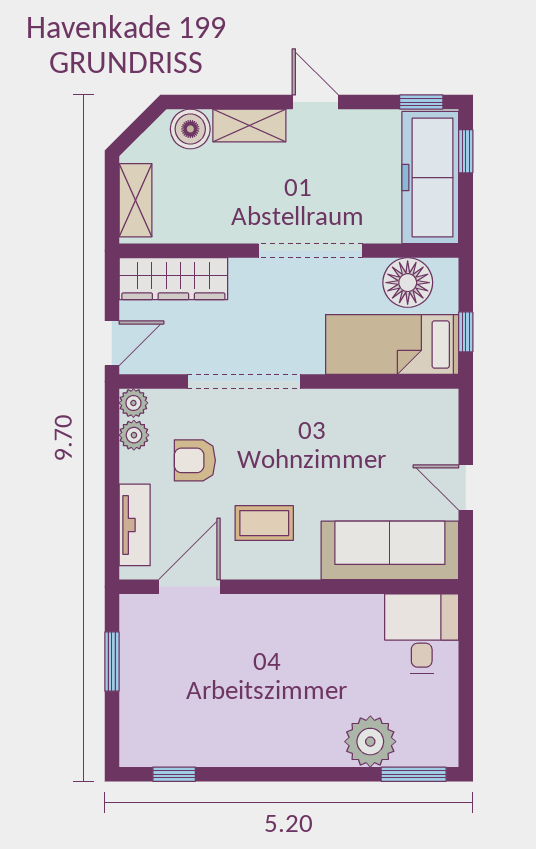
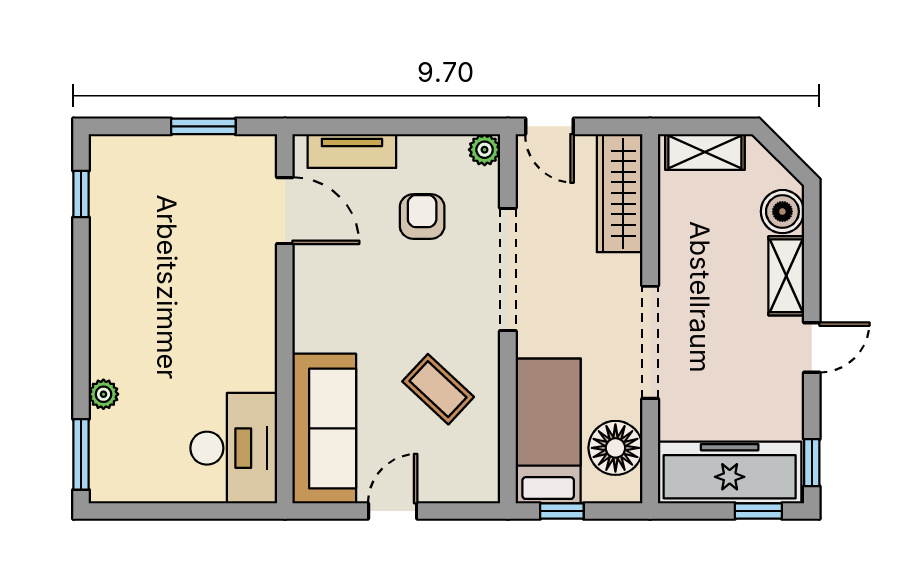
plant: (134, 435) -> (450, 150), removed
coffee table: (264, 523) -> (438, 389), moved, turned -47
desk: (422, 634) -> (234, 448), width x1.37
plant: (370, 742) -> (103, 394), width x0.53, depth x0.53

